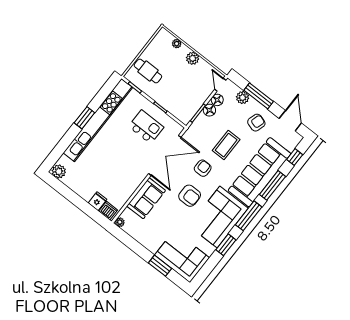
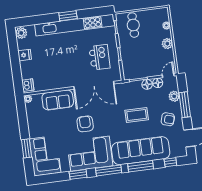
armchair: (203, 168) -> (109, 115), removed
armchair: (190, 196) -> (85, 124), turned 180
fridge: (98, 201) -> (25, 55), moved

